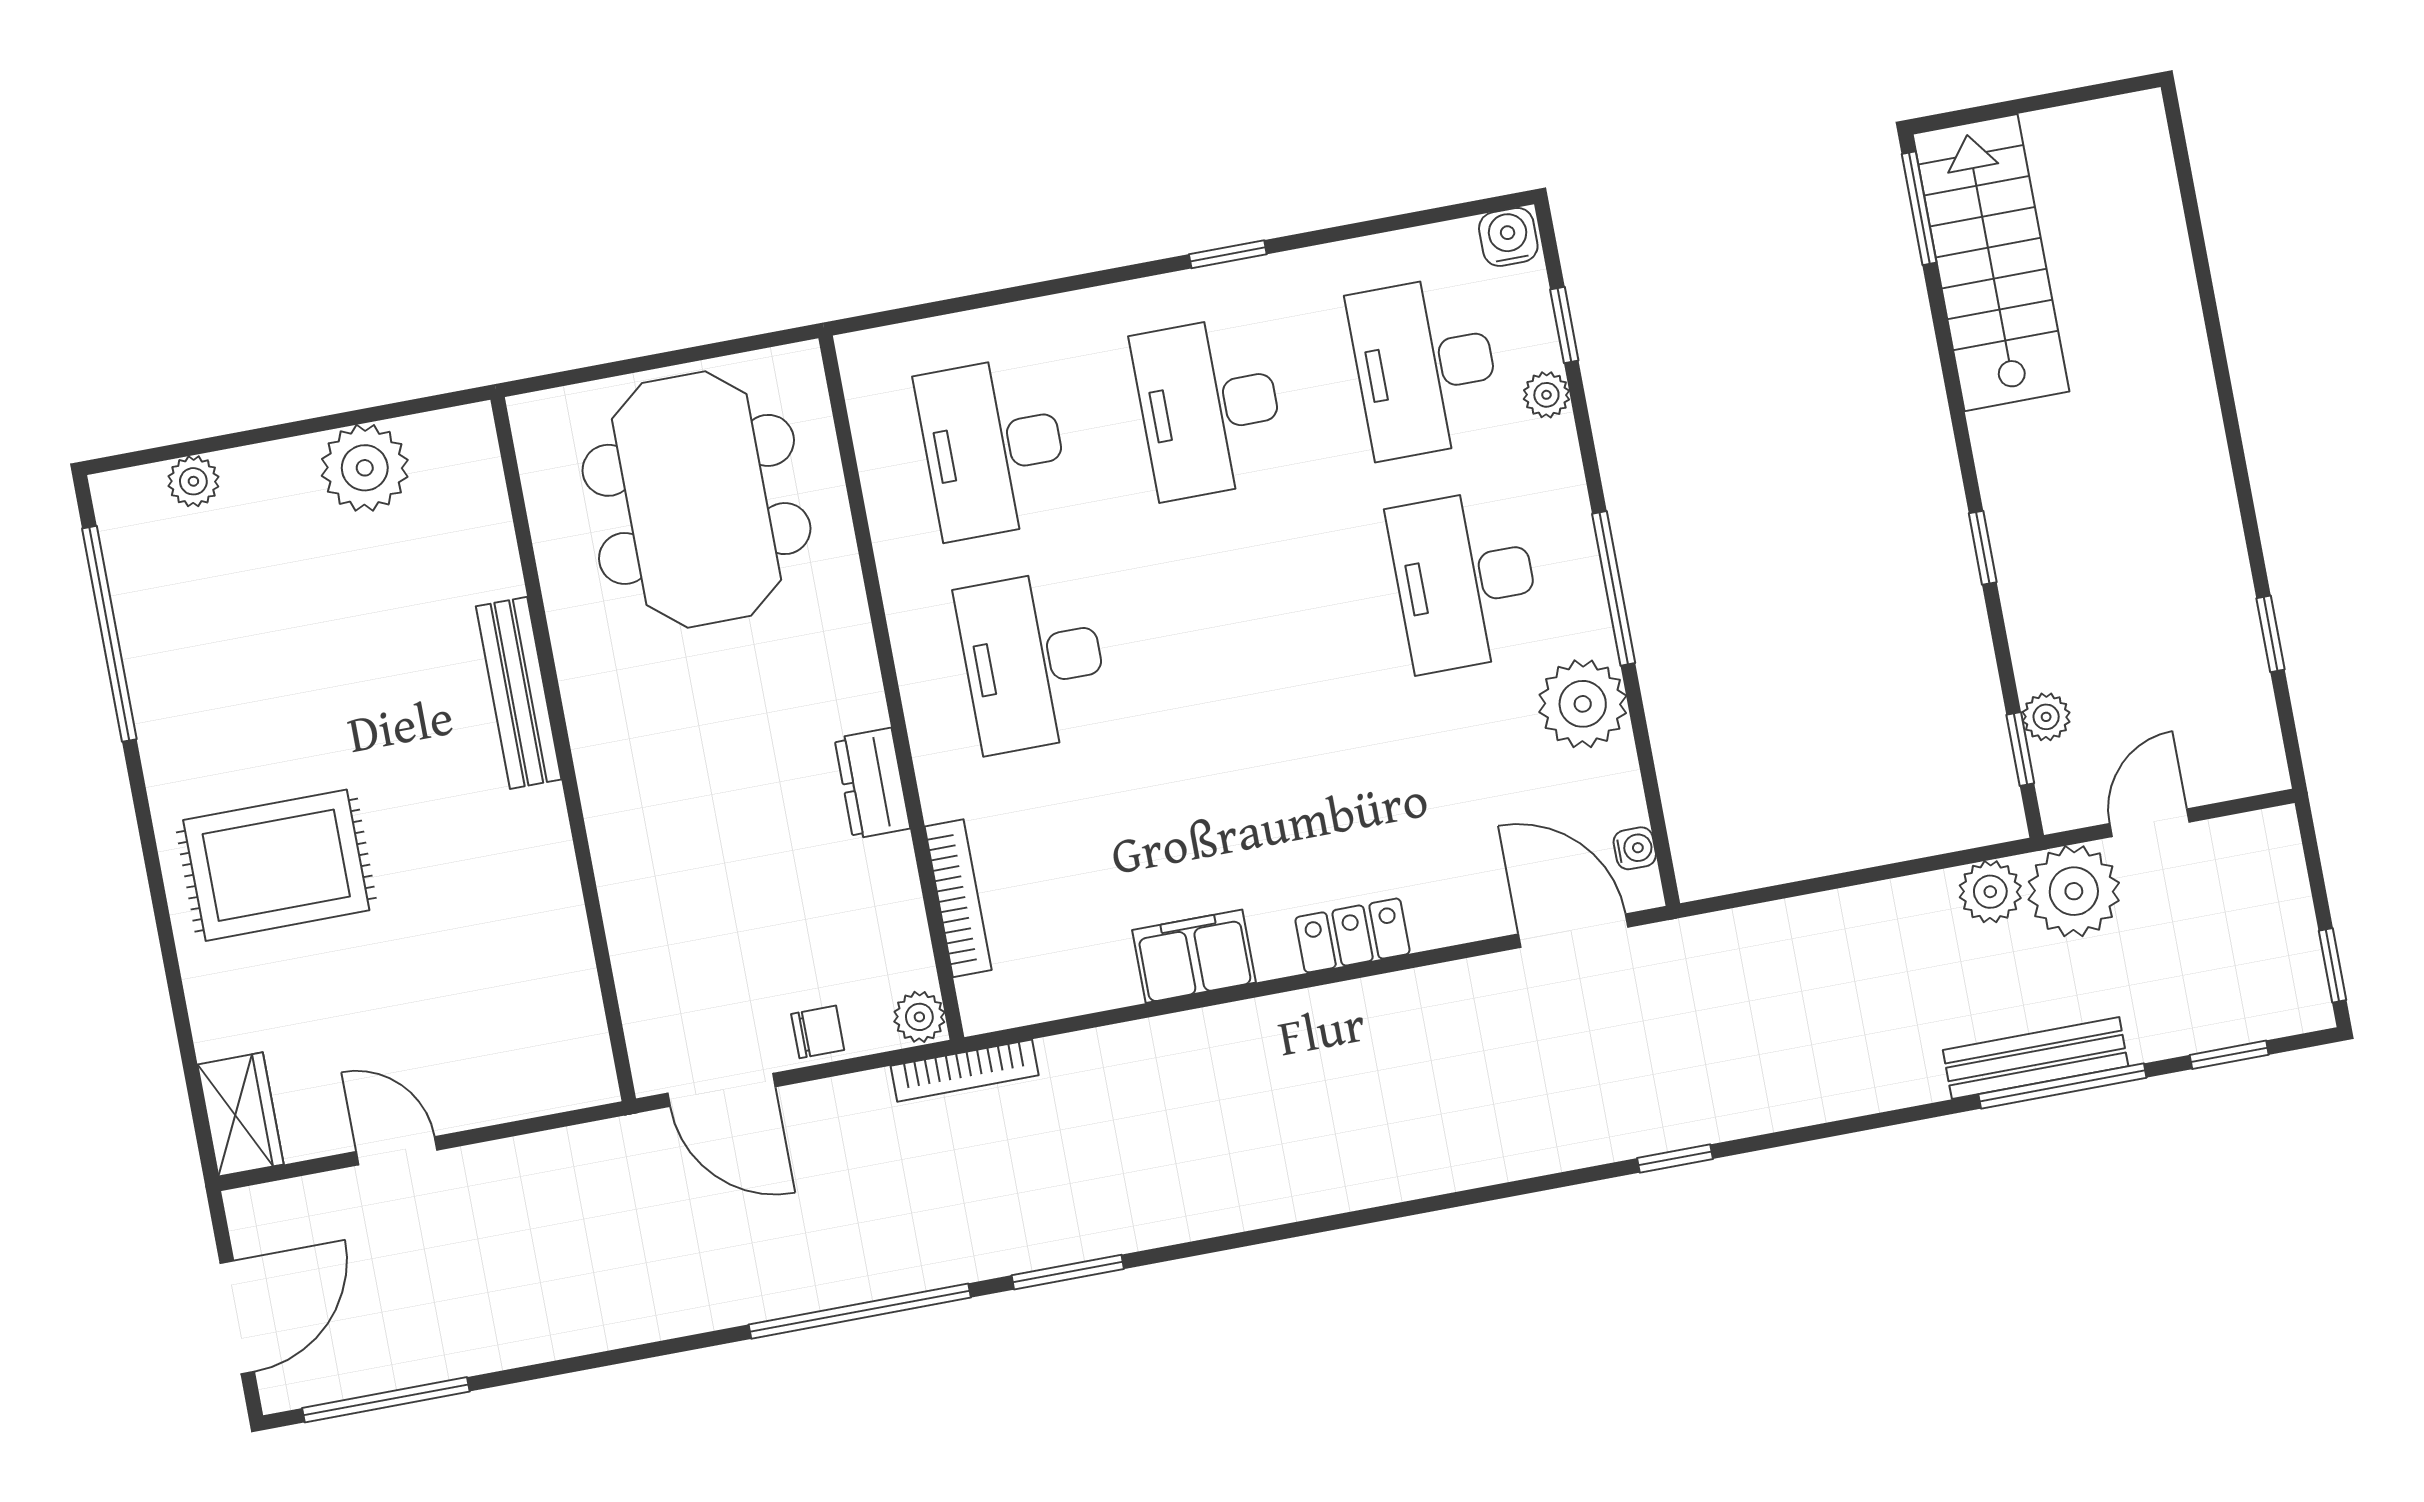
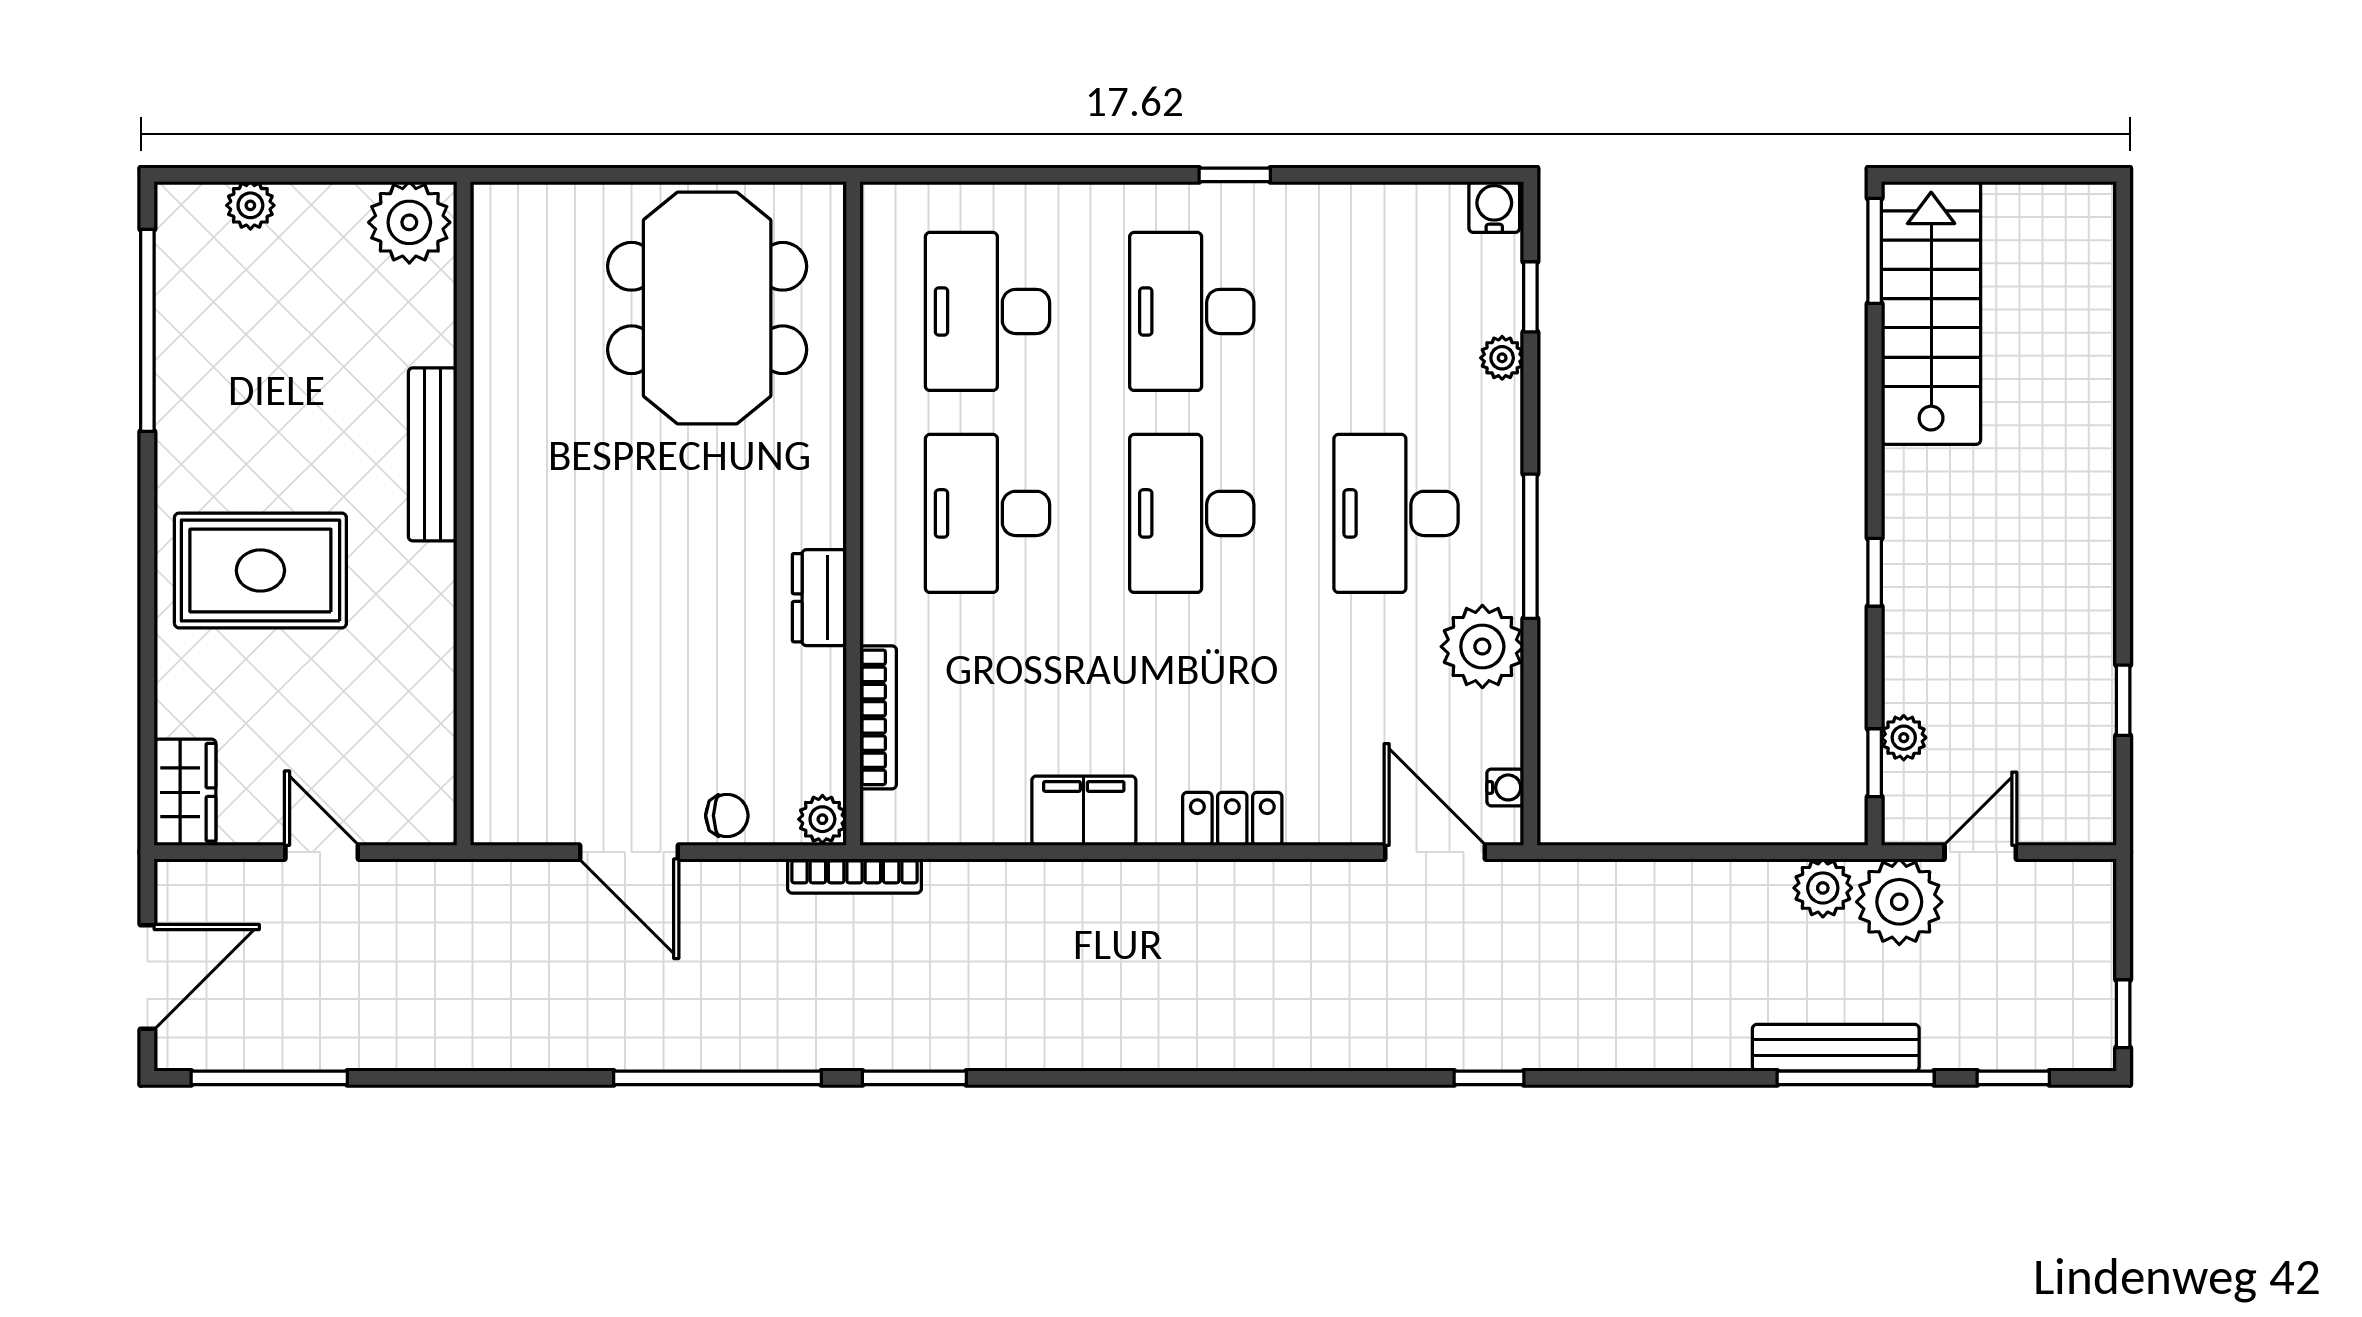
desk: (1425, 367) -> (1192, 513), moved
bench: (519, 693) -> (433, 454), moved
wall: (563, 749) -> (464, 513), moved

